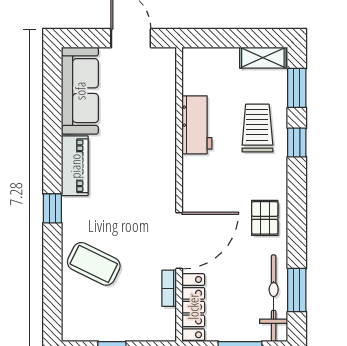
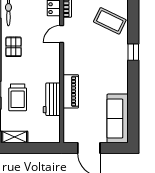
piano: (75, 166) -> (71, 91), moved, turned 180
door: (179, 241) -> (62, 34), width x0.53

